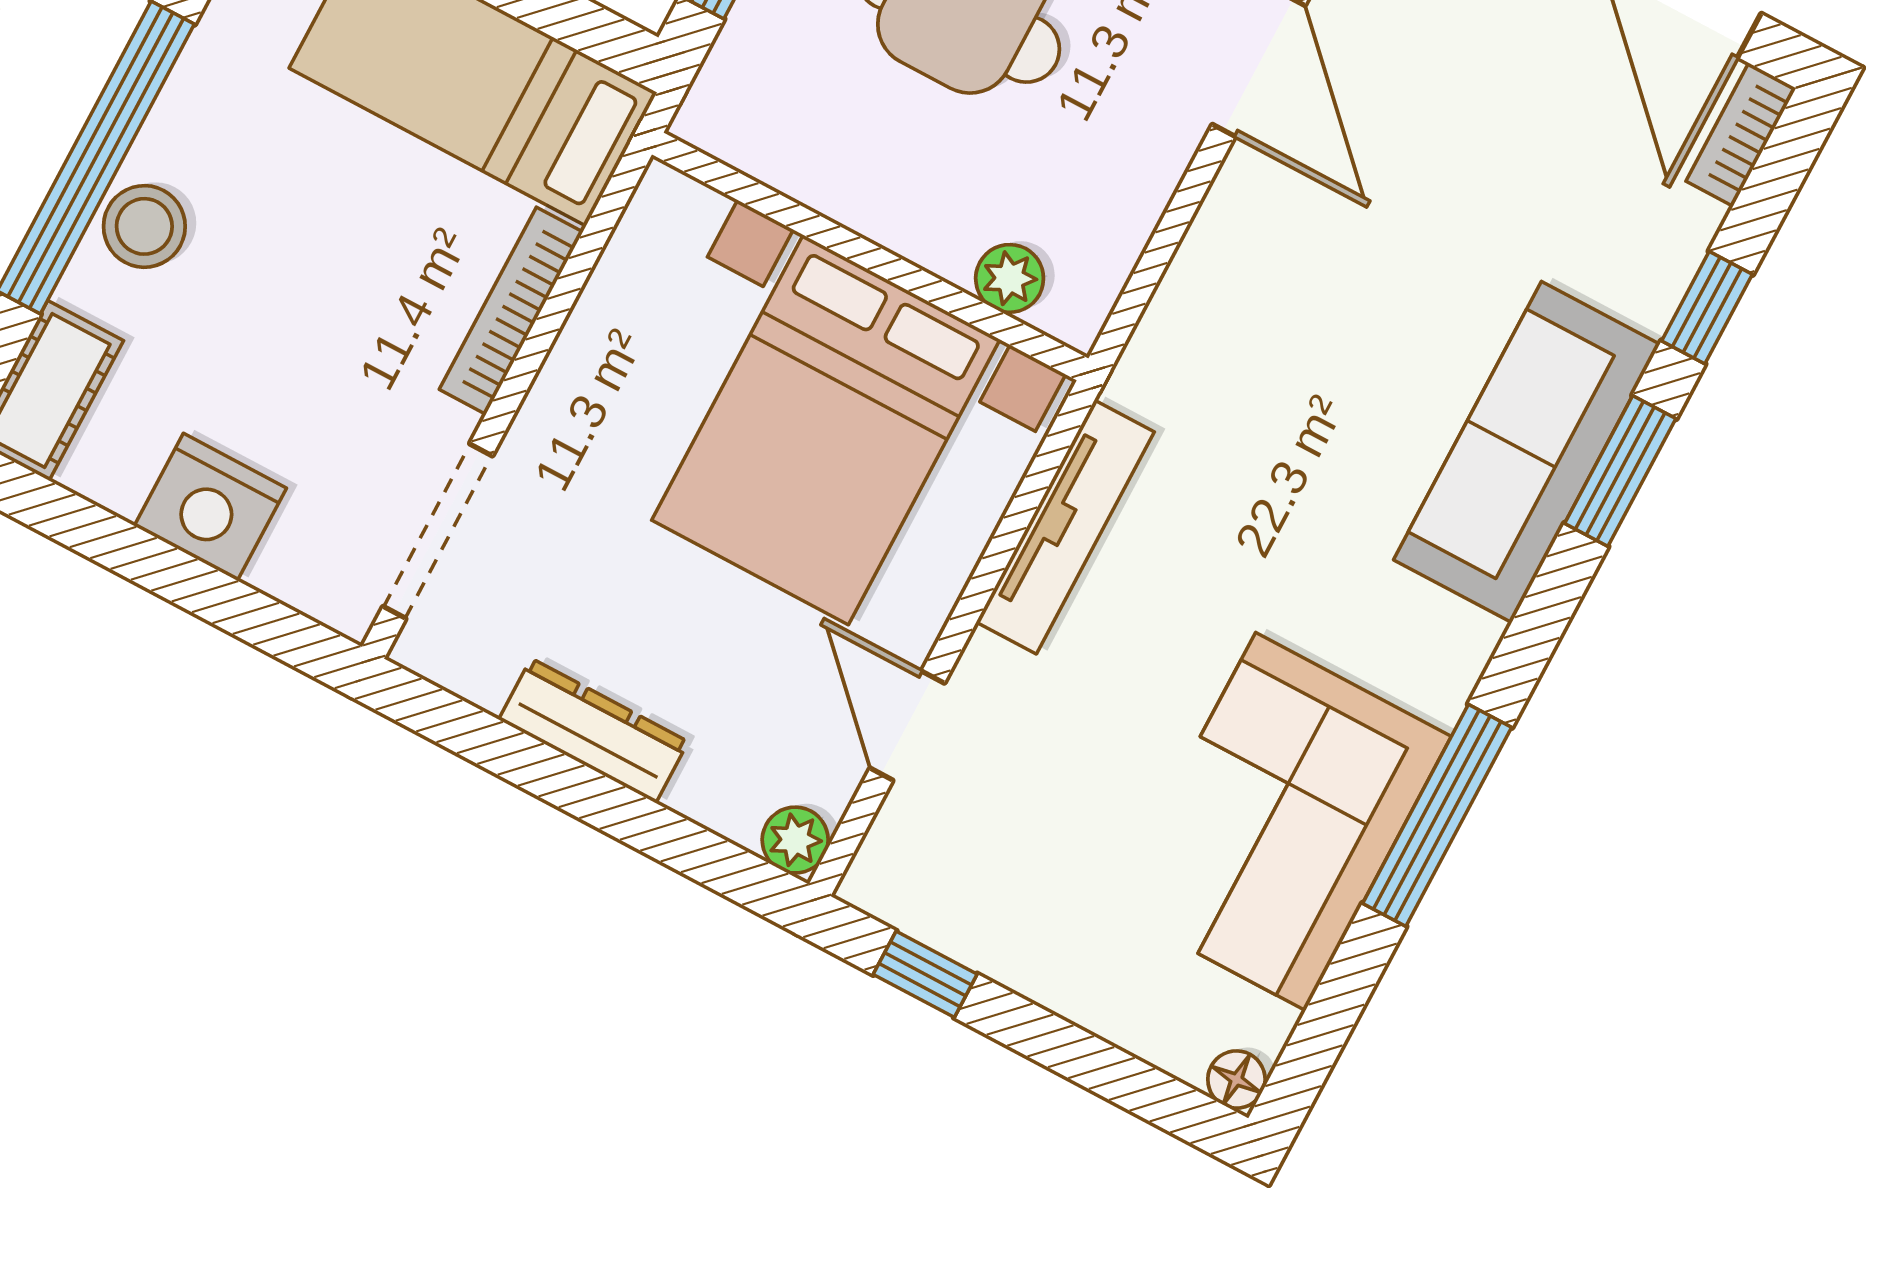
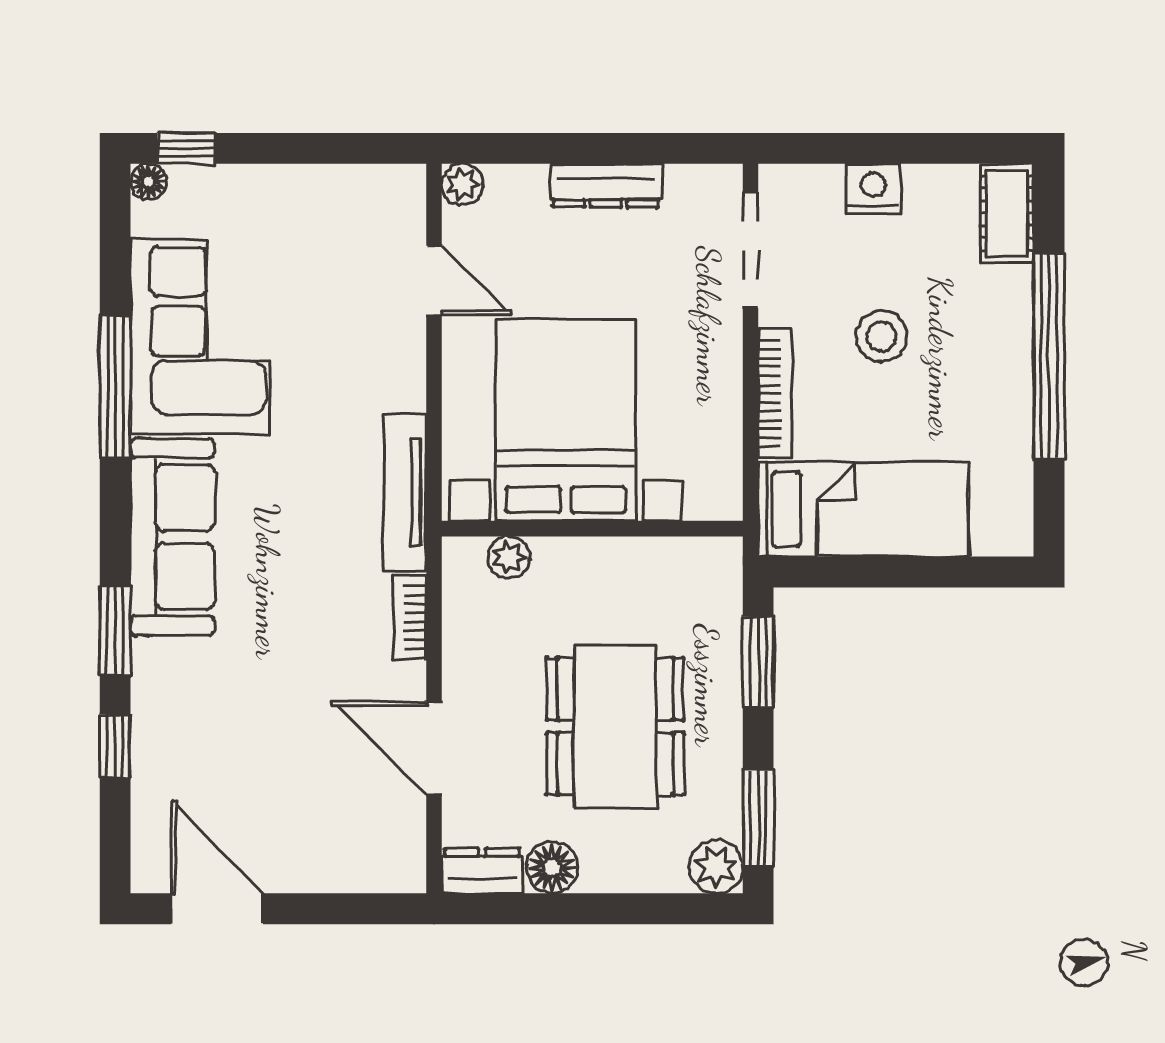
bookcase: (1741, 135) -> (410, 617), moved, turned 180
stool: (144, 226) -> (881, 336), moved
sofa: (1527, 452) -> (172, 537), moved
nightstand: (210, 507) -> (873, 188), width x0.74, depth x0.75
tv unit: (1065, 527) -> (405, 492), moved
window: (925, 974) -> (186, 148), moved

